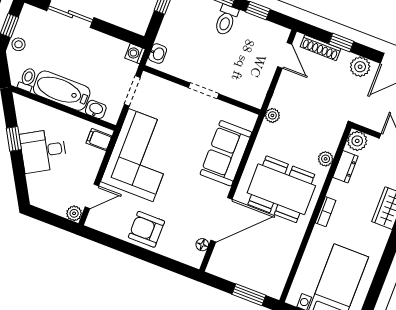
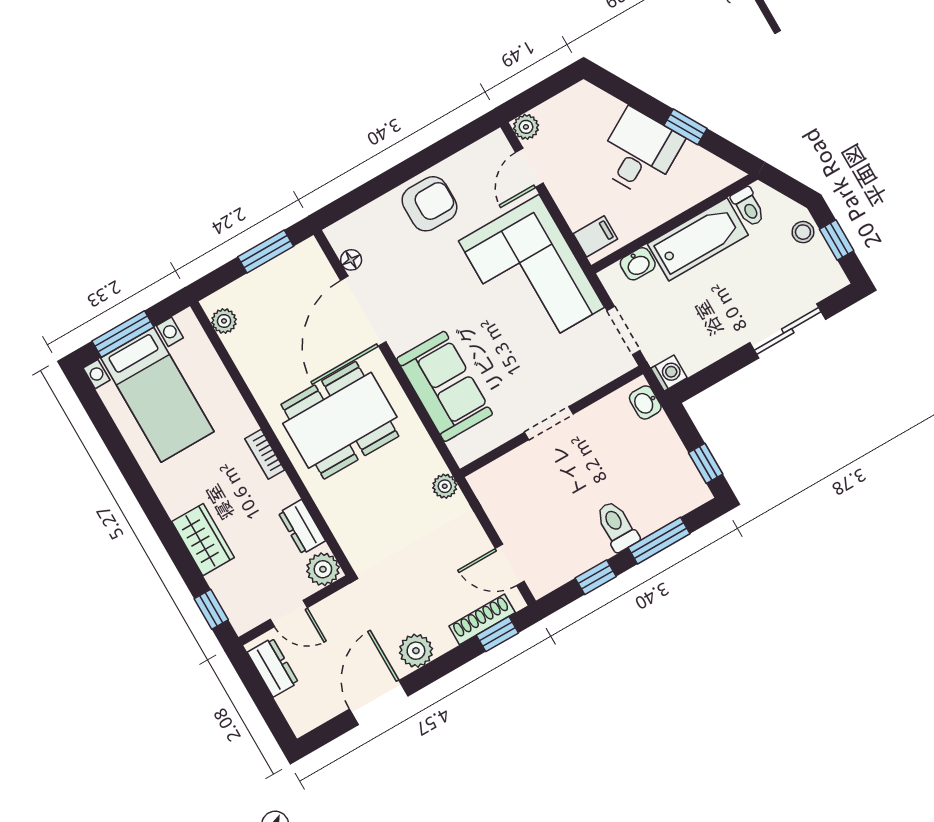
window: (341, 43) -> (497, 634), moved
plant: (326, 159) -> (224, 321), moved
window: (249, 295) -> (266, 252), moved

